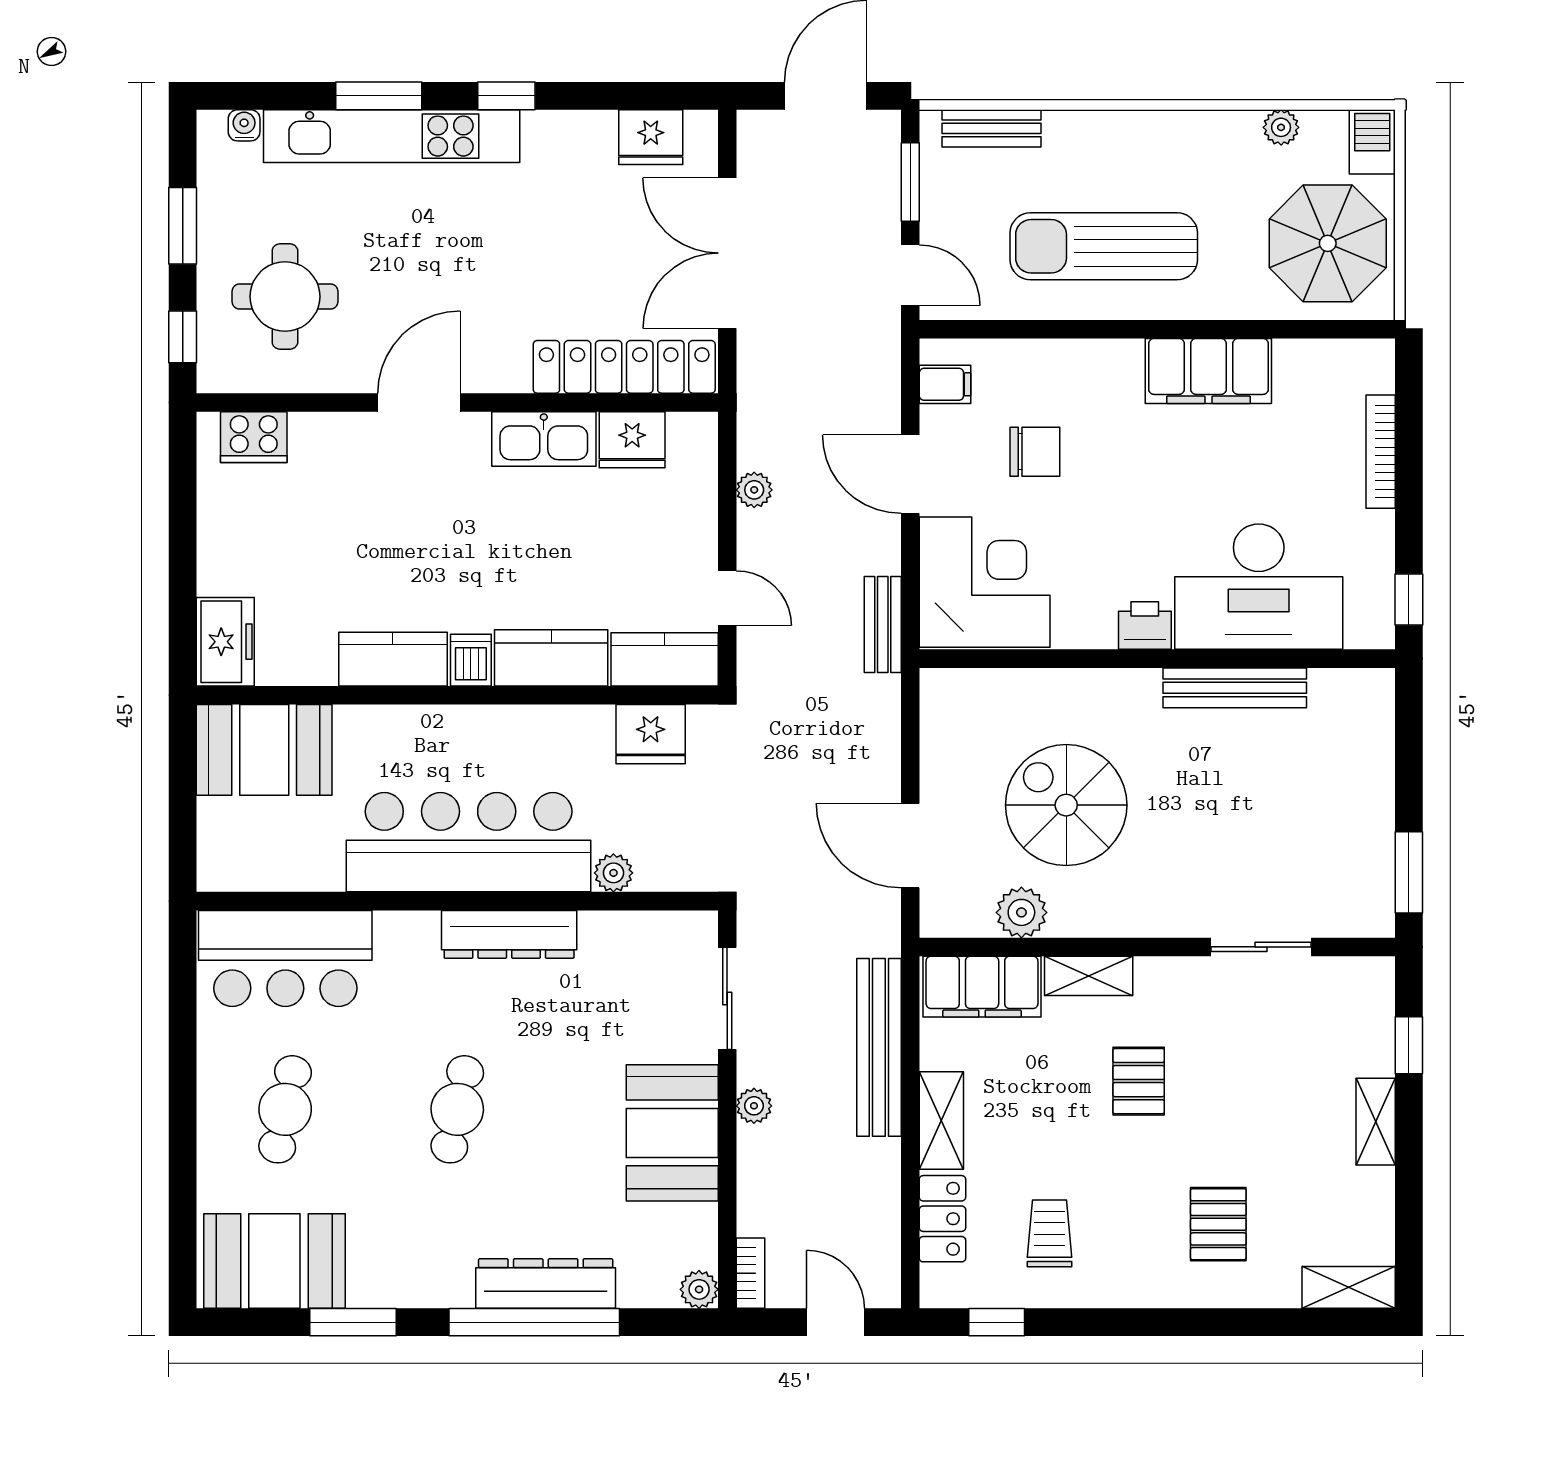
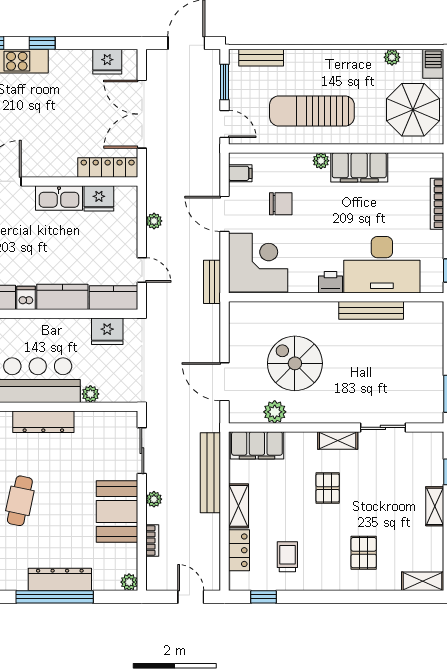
plant: (1124, 356) -> (321, 161), added
locker: (624, 367) -> (108, 167), width x0.71, depth x0.83
shelving: (1089, 976) -> (338, 441), moved
bookcase: (750, 1273) -> (152, 540), moved

